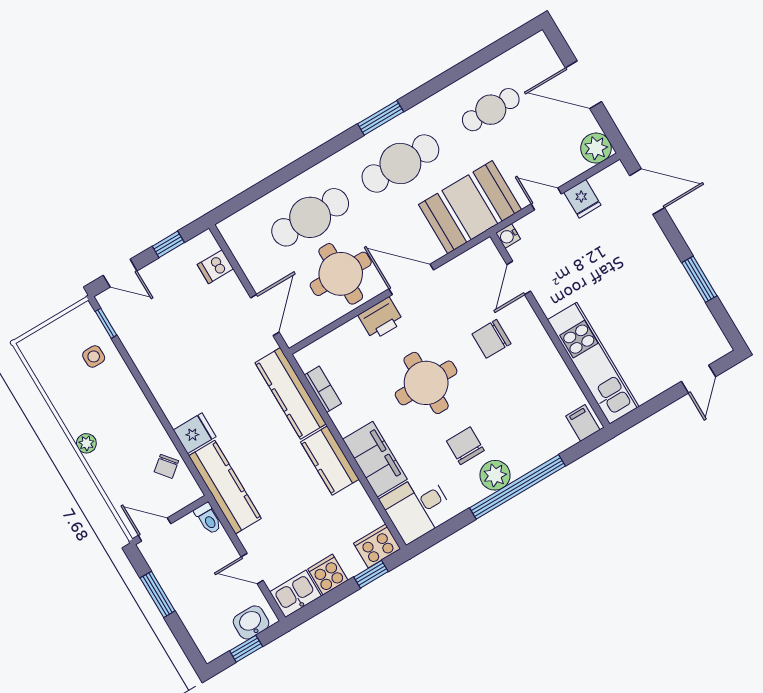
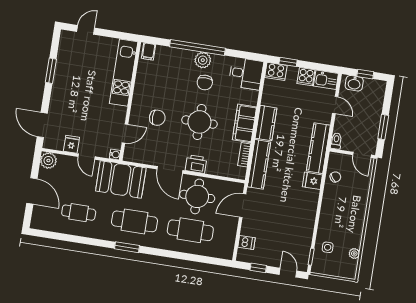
plant: (86, 443) -> (354, 254), moved
filing cabinet: (375, 459) -> (244, 123), moved

